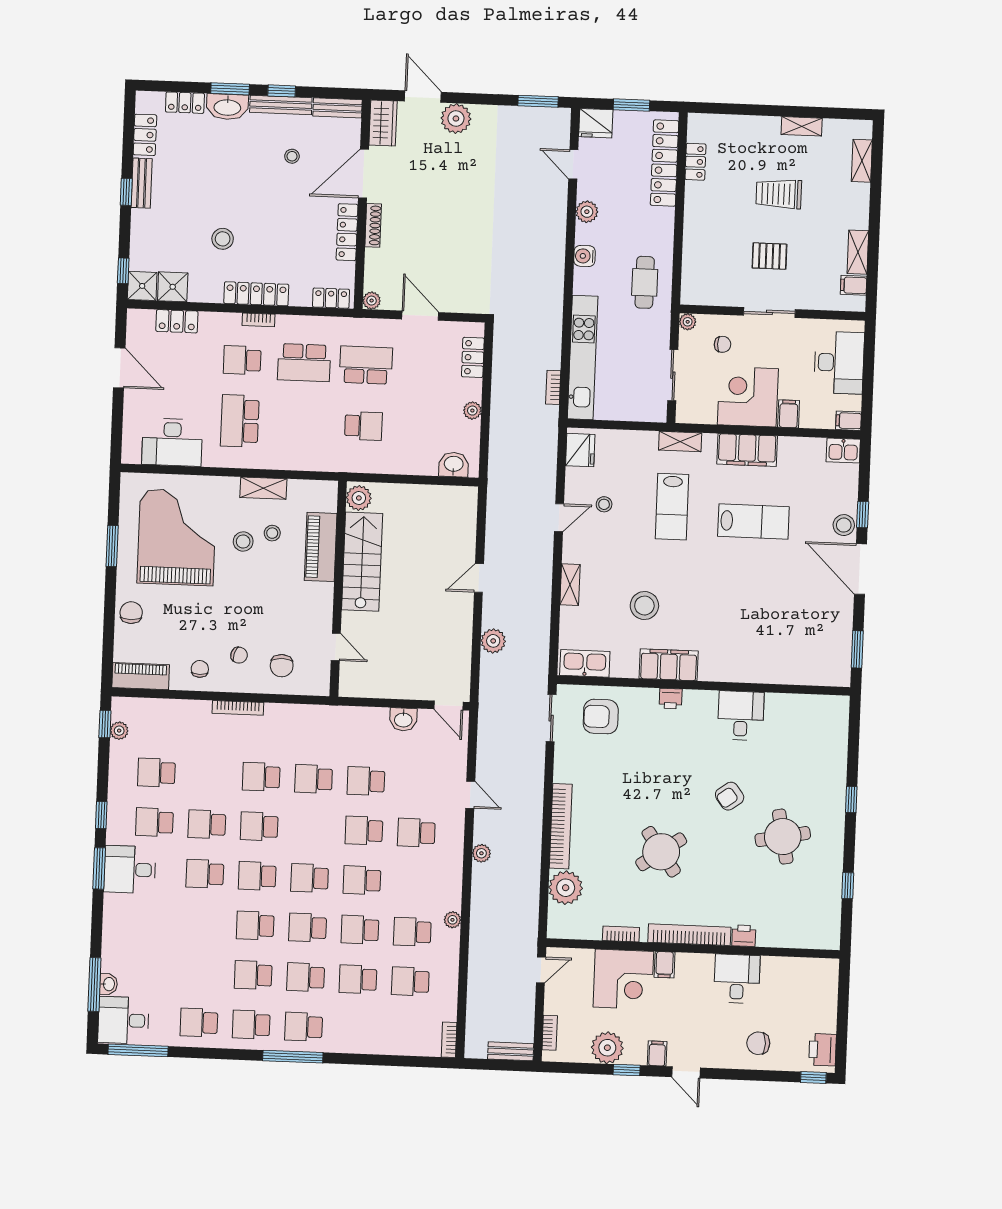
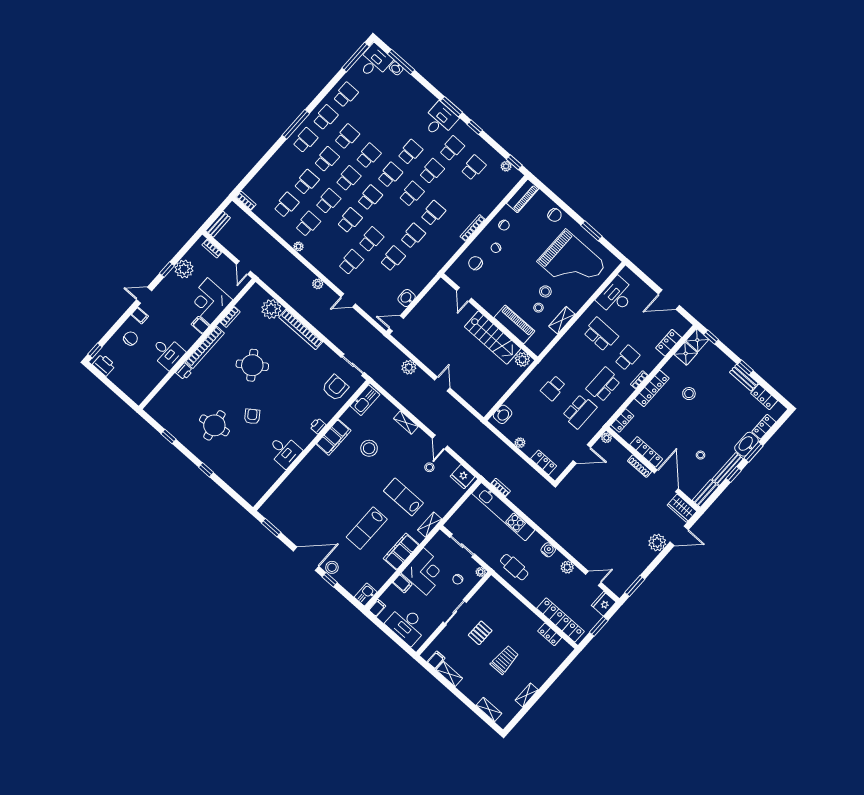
door: (336, 647) -> (464, 294), hinge flipped
filing cabinet: (657, 1053) -> (140, 316), moved

